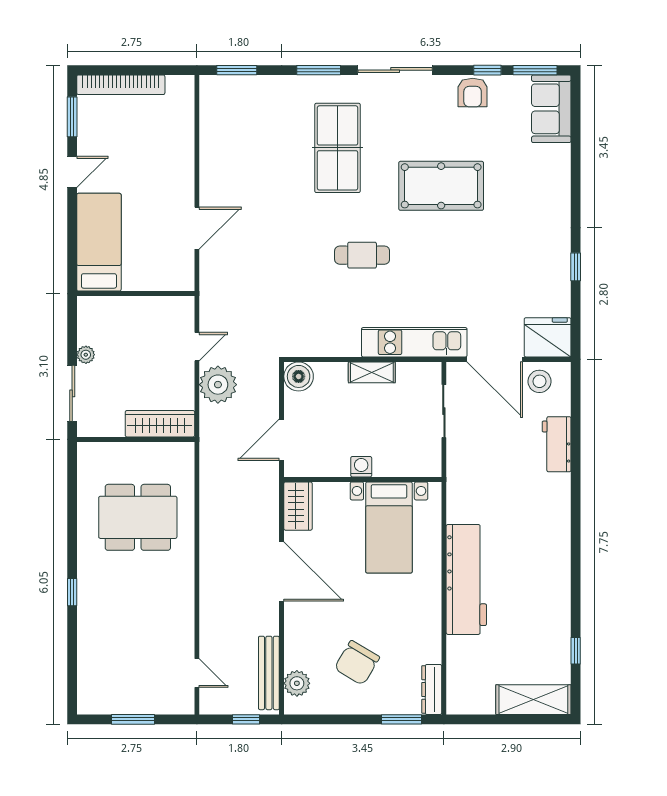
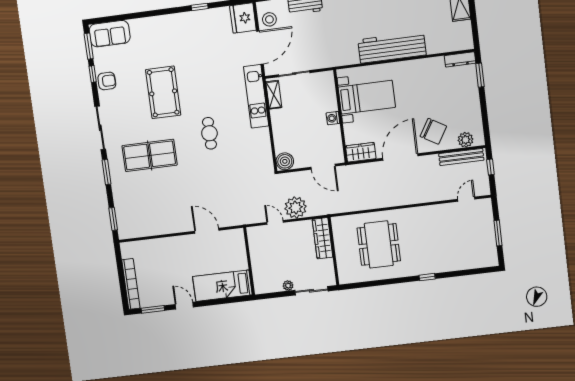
shelving: (372, 372) -> (274, 95), moved
chair: (357, 663) -> (433, 131), moved

